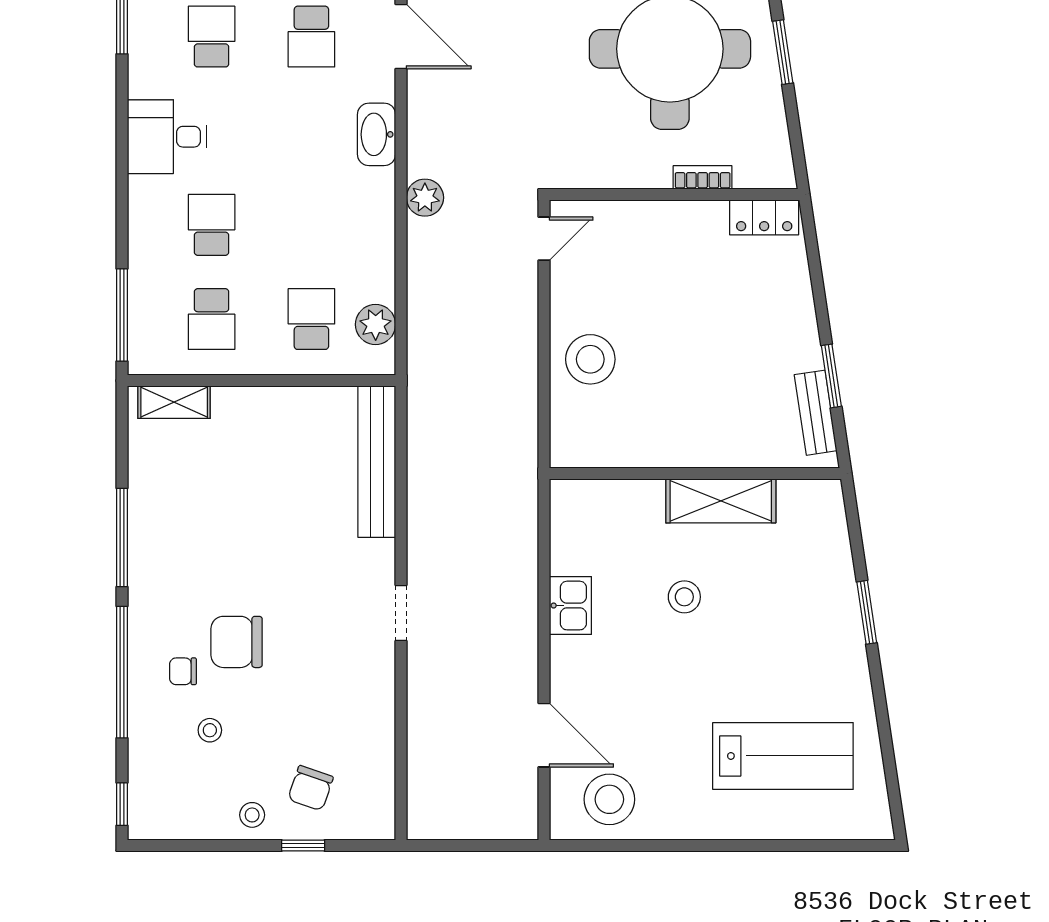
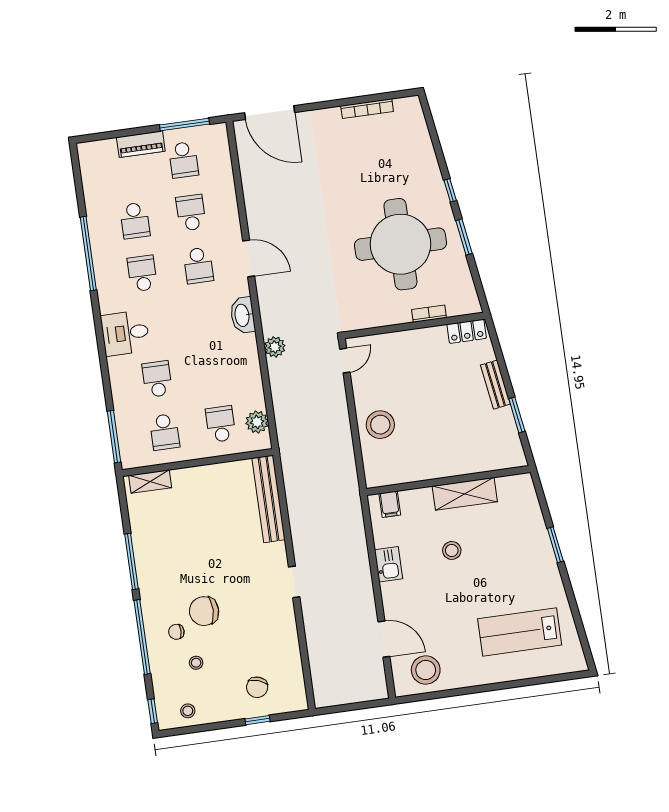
bench: (816, 413) -> (495, 385), moved
filing cabinet: (587, 501) -> (390, 504), added
lab bench: (783, 756) -> (520, 632), turned 180
stool: (252, 815) -> (188, 711), moved

